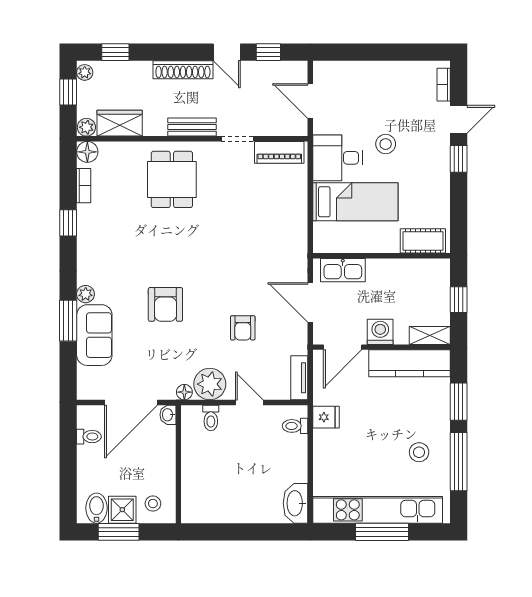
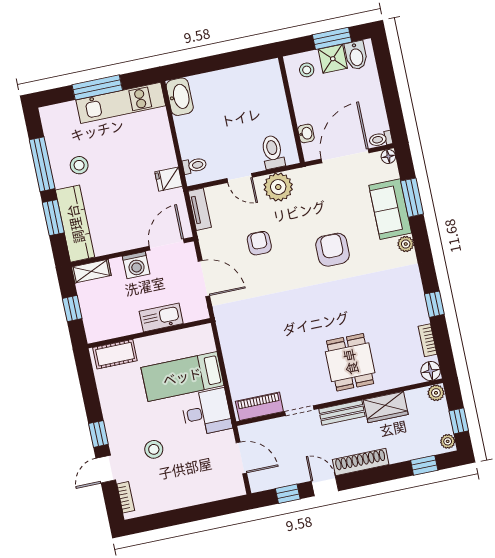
wardrobe: (120, 123) -> (386, 407), moved
stool: (386, 144) -> (154, 449), moved
kitchen sink: (343, 270) -> (161, 317), moved
window: (68, 321) -> (412, 198), moved
kitchen counter: (410, 363) -> (75, 224), moved, turned 90
floor lamp: (184, 392) -> (388, 156), moved
washbasin: (168, 415) -> (306, 133), moved
toilet: (211, 418) -> (273, 152), width x1.37, depth x1.39
toilet: (89, 437) -> (381, 139), moved
kitchen unit: (378, 510) -> (121, 103), width x0.73

